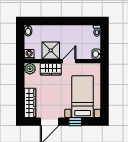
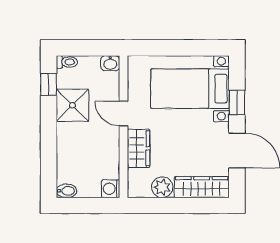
window: (85, 21) -> (49, 84), added
shower: (51, 50) -> (72, 105), moved
plant: (30, 69) -> (162, 187), moved

